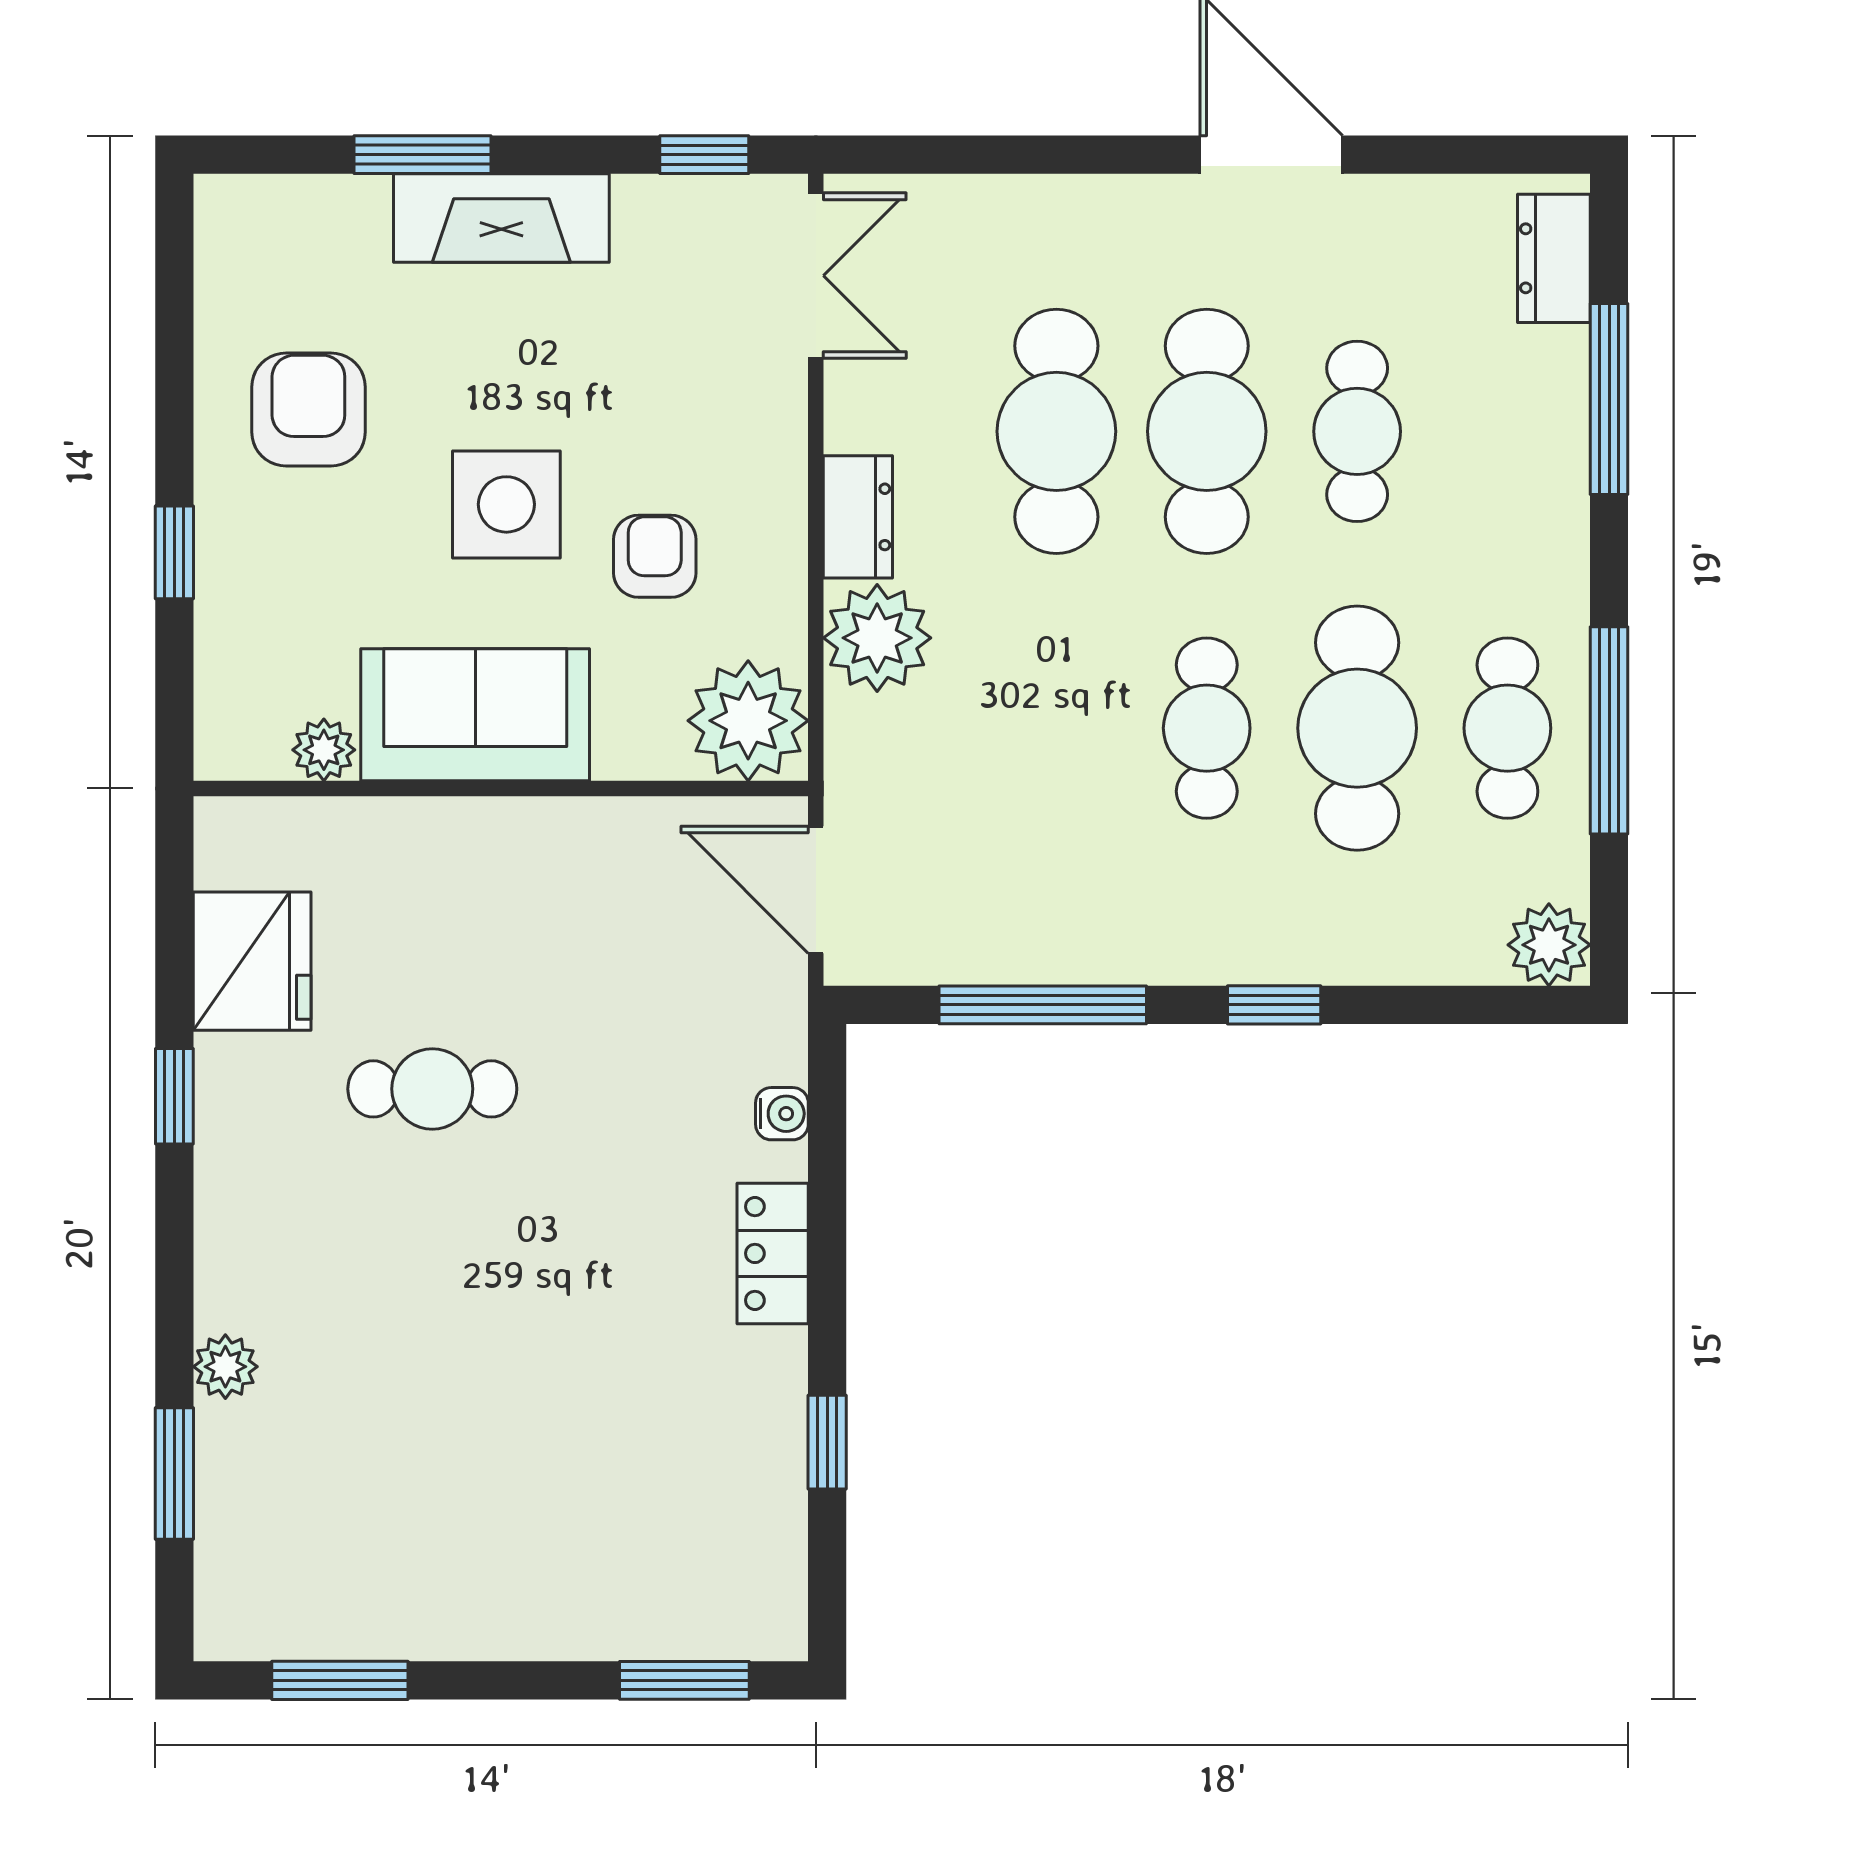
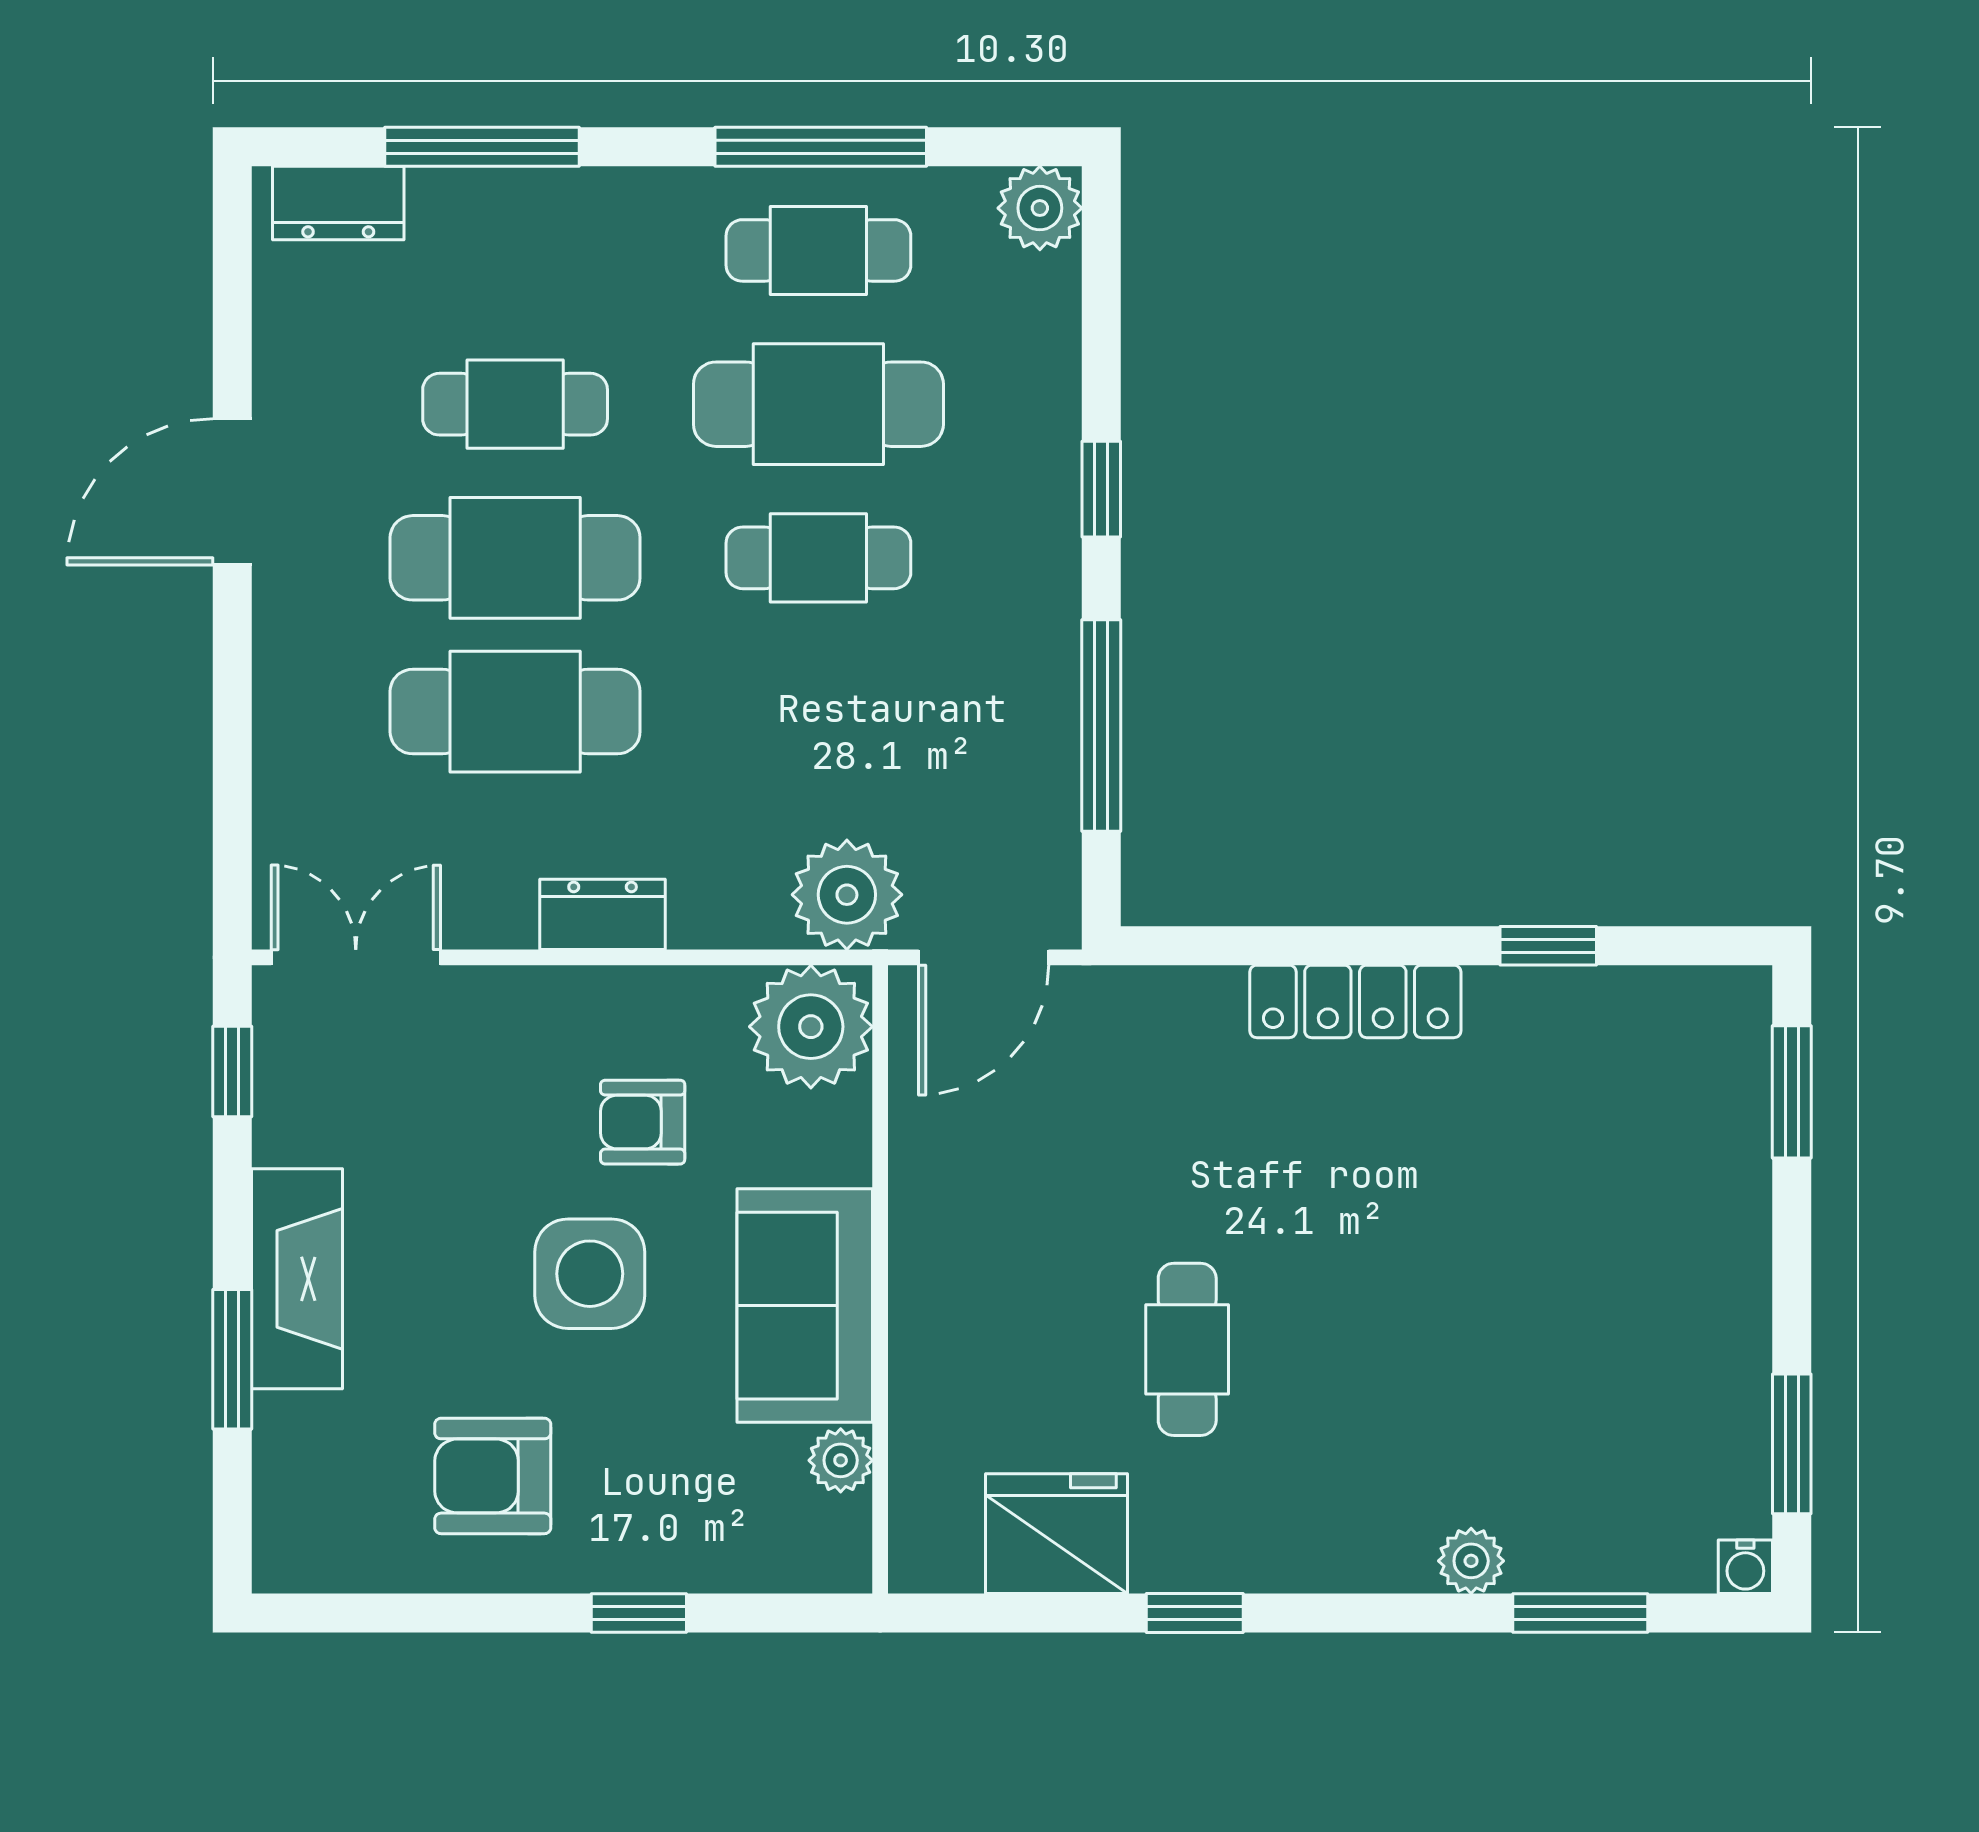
plant: (877, 638) -> (847, 895), moved
water cooler: (782, 1114) -> (1745, 1567), moved, turned 180
locker: (773, 1253) -> (1355, 1001), width x1.53

